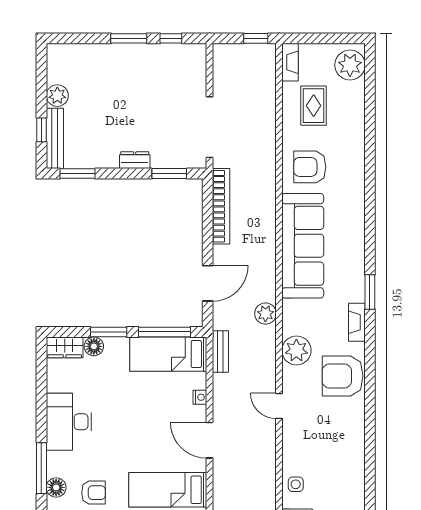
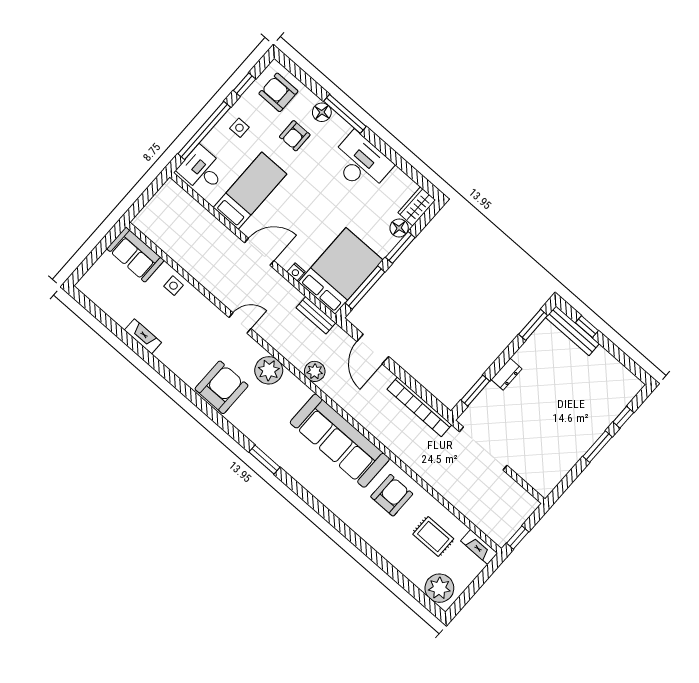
window: (171, 38) -> (623, 417), moved
plant: (57, 96) -> (602, 359), removed
fireplace: (357, 322) -> (143, 336), moved
bed: (168, 354) -> (341, 271), width x1.50

